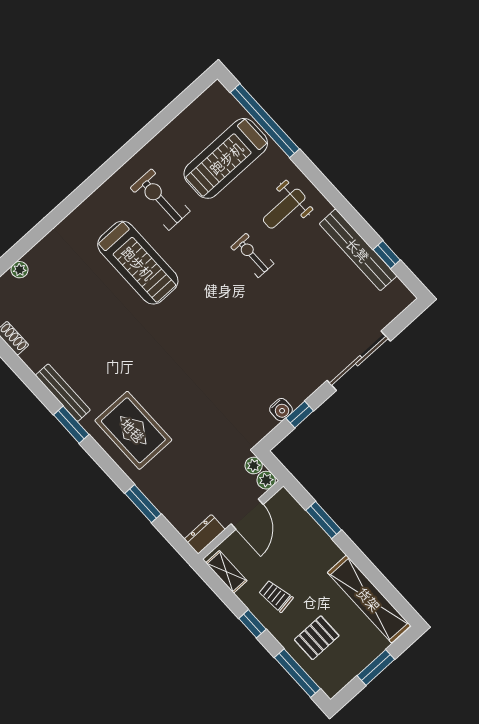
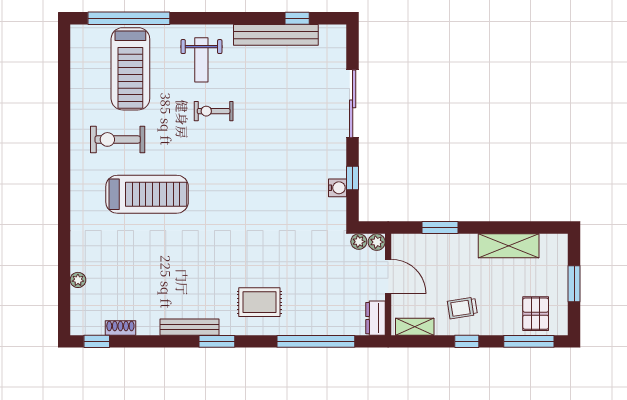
rug: (133, 430) -> (259, 302), width x0.73, depth x0.70
window: (143, 504) -> (316, 341), width x2.11
shelving: (369, 599) -> (509, 246), width x0.68
pallet: (317, 638) -> (536, 314), moved

